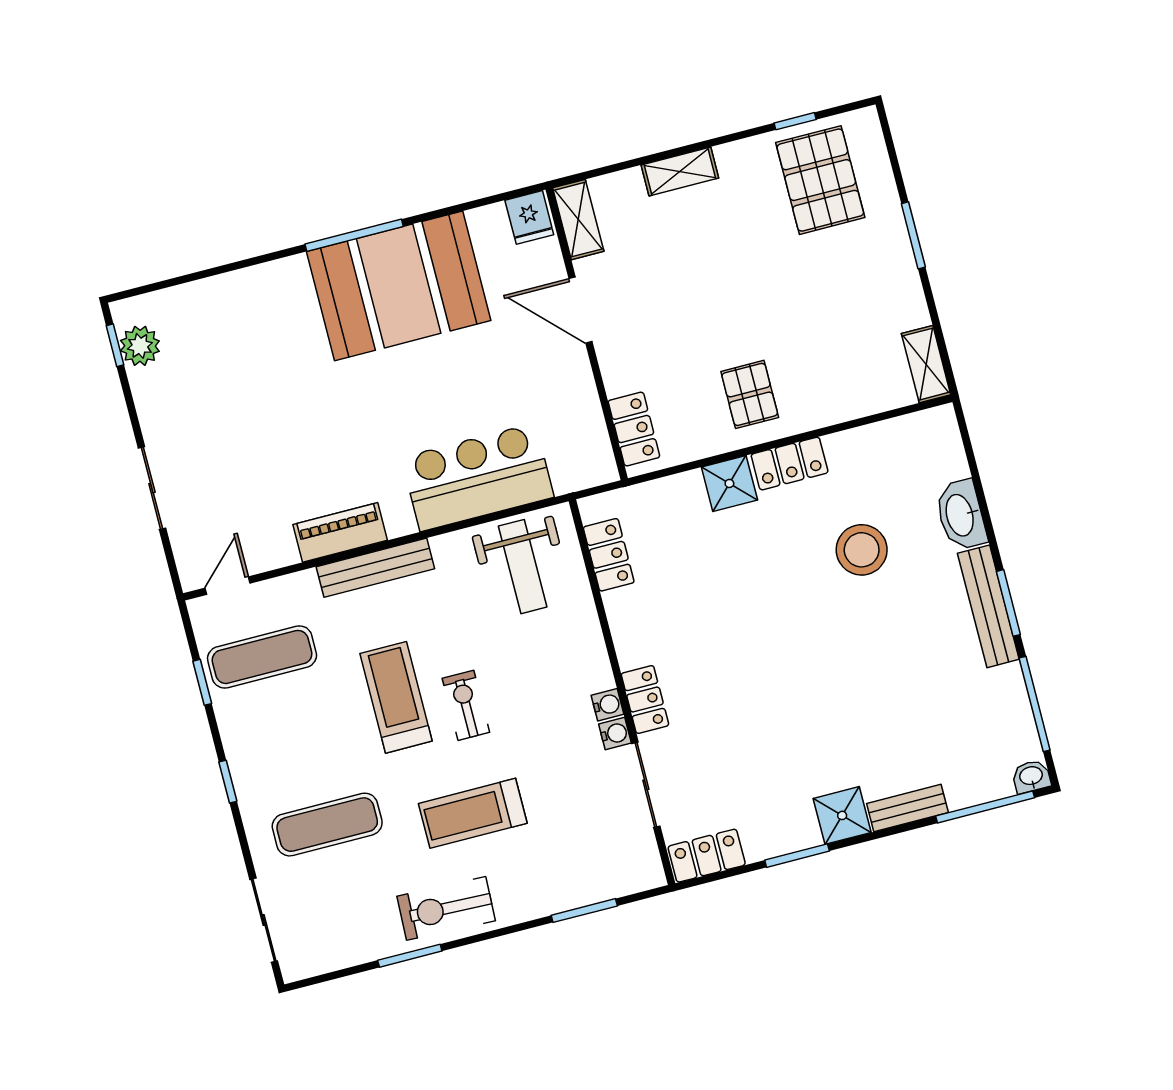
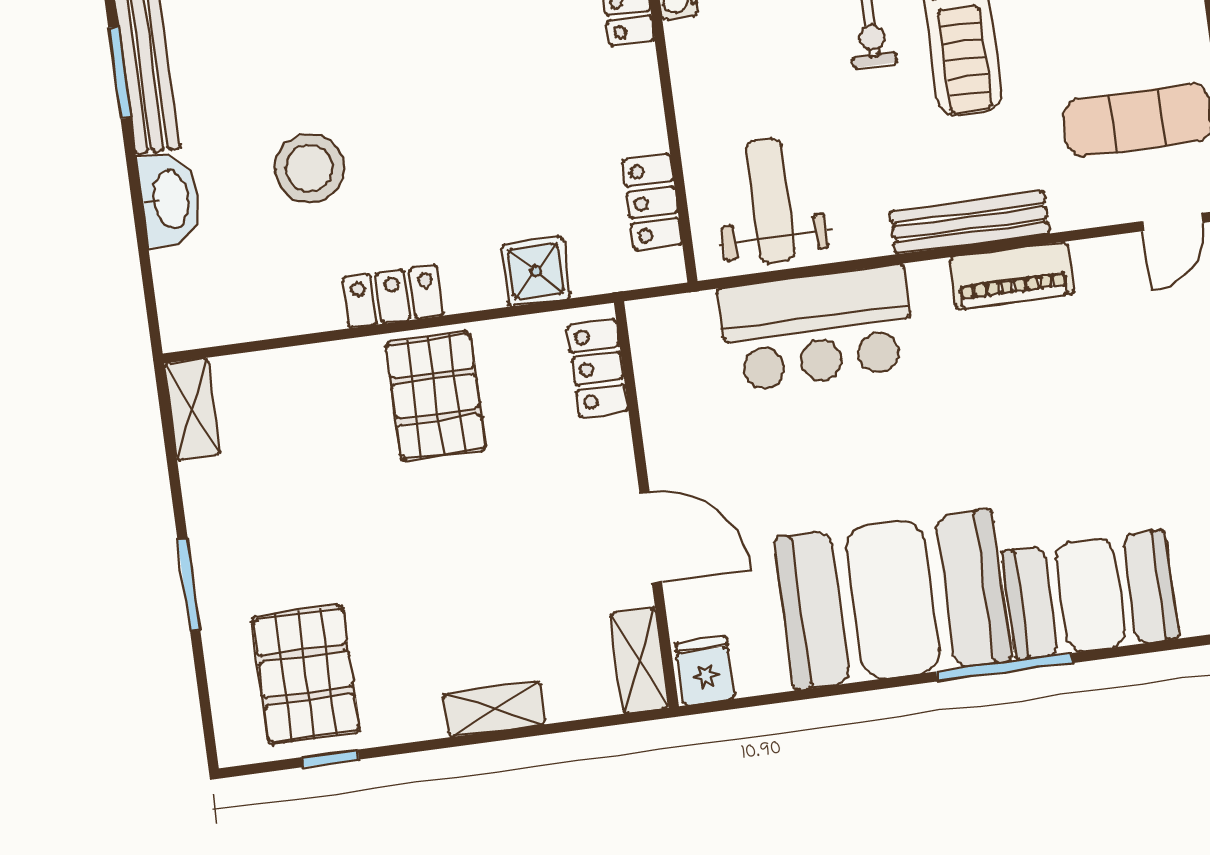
window: (354, 235) -> (1004, 667), moved
booth: (255, 307) -> (1090, 595), added
pallet: (750, 394) -> (436, 396), width x1.50, depth x1.42
shower: (729, 483) -> (536, 271), moved

